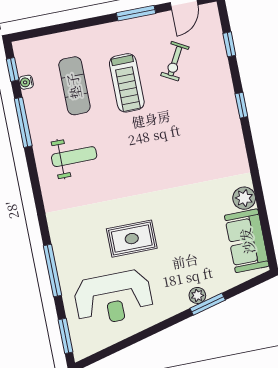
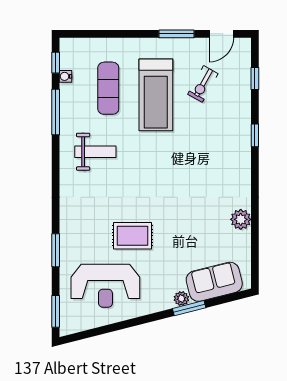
treadmill: (127, 83) -> (156, 95), width x1.37, depth x1.38
sofa: (247, 241) -> (214, 282), moved, turned 76
window: (52, 270) -> (56, 250), width x0.69

